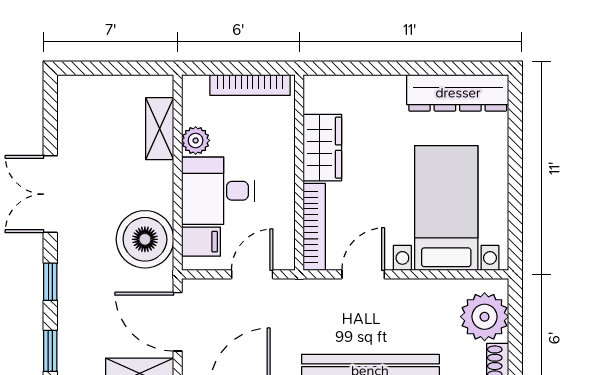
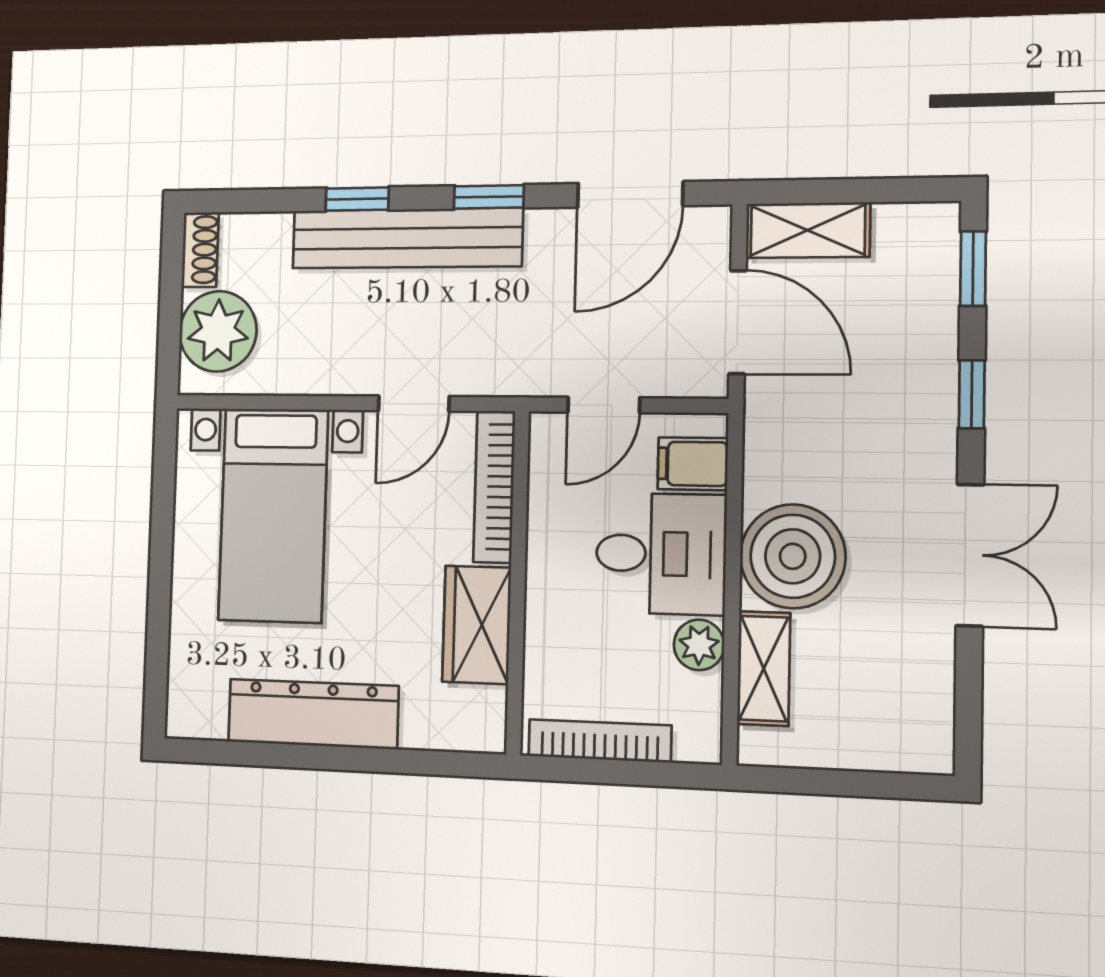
dresser: (458, 93) -> (313, 714), moved
boiler: (145, 239) -> (793, 556), moved

